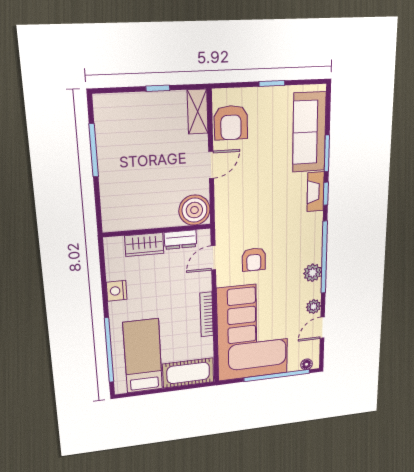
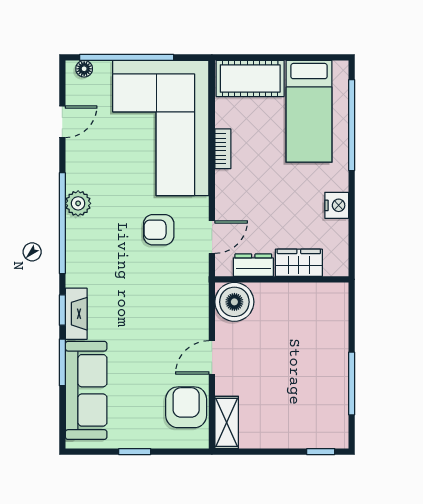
window: (158, 88) -> (321, 452), moved
armchair: (254, 259) -> (159, 230), turned -90
plant: (313, 307) -> (76, 154), removed
bookcase: (207, 314) -> (223, 149), width x0.64

